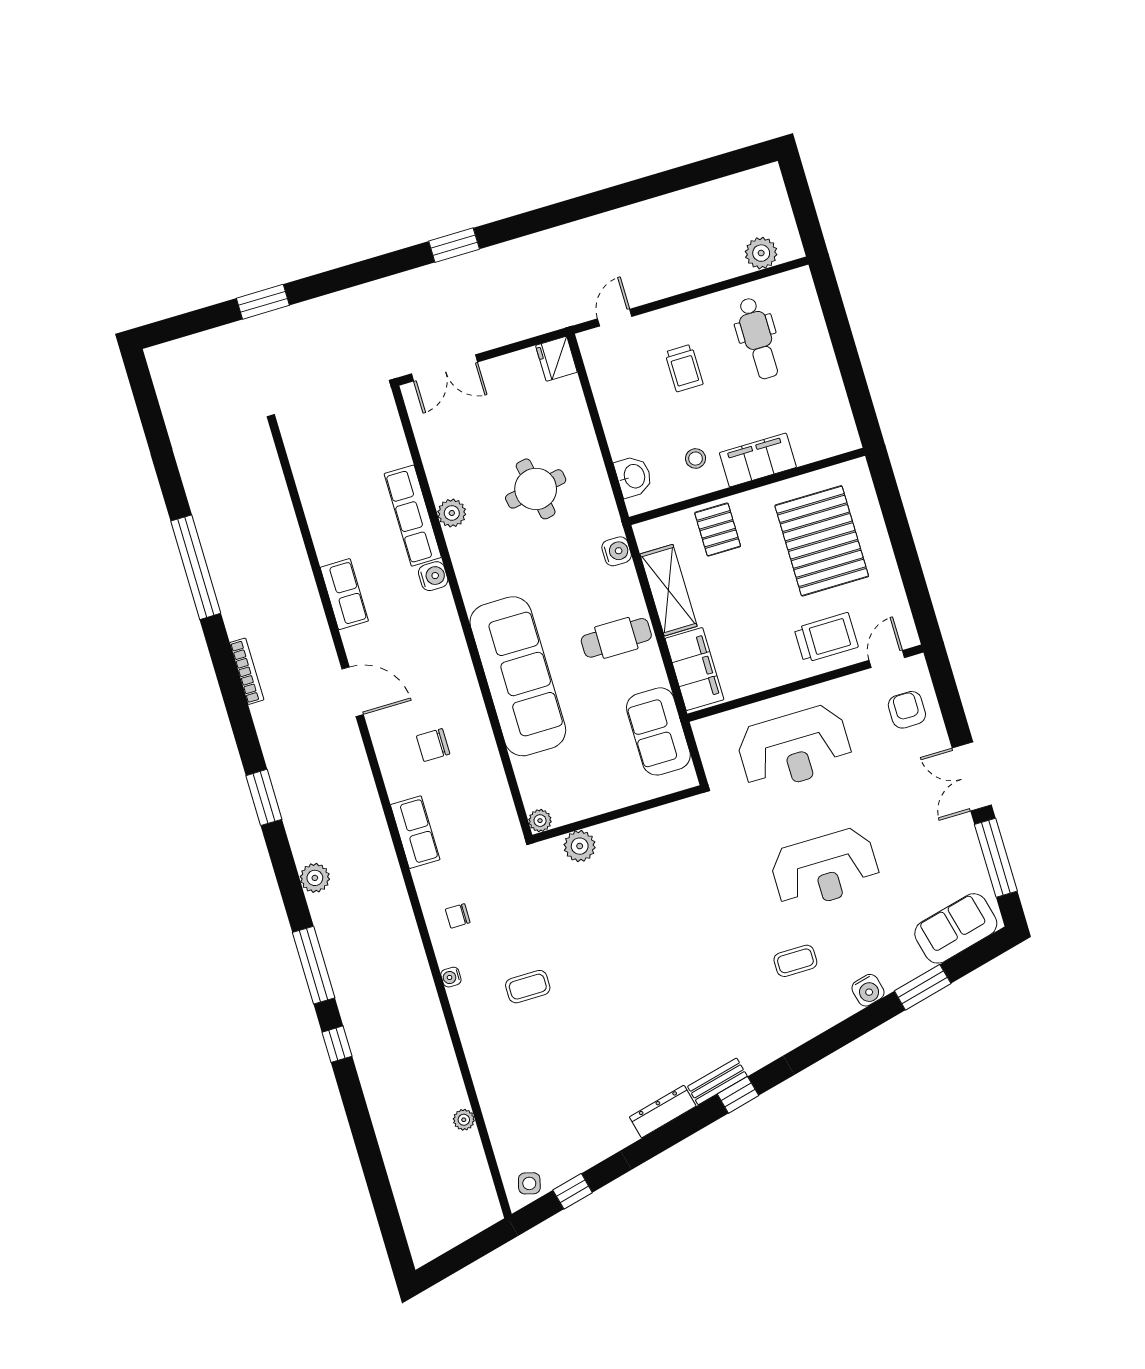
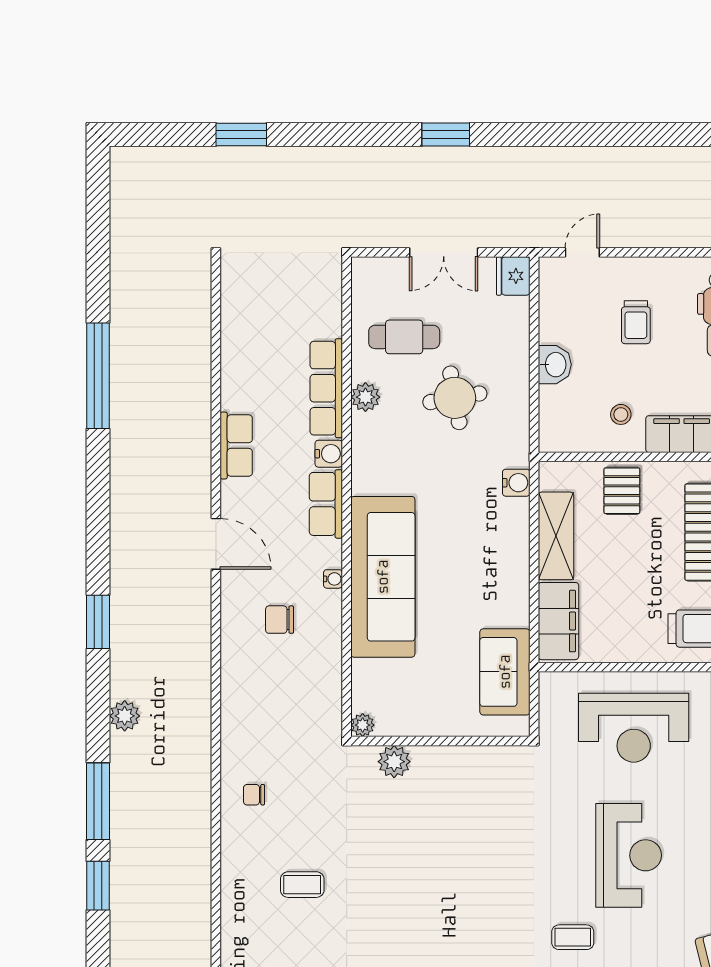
double door: (445, 368) -> (444, 252), moved
washbasin: (634, 476) -> (555, 365), moved
cafe table: (616, 638) -> (404, 337), moved
bookcase: (247, 671) -> (118, 493), removed
row of seats: (415, 832) -> (326, 504), moved, turned 180
reception desk: (825, 869) -> (629, 855), turned -90
water cooler: (451, 977) -> (333, 579), moved, turned 180
window: (337, 1044) -> (98, 886), width x1.50

